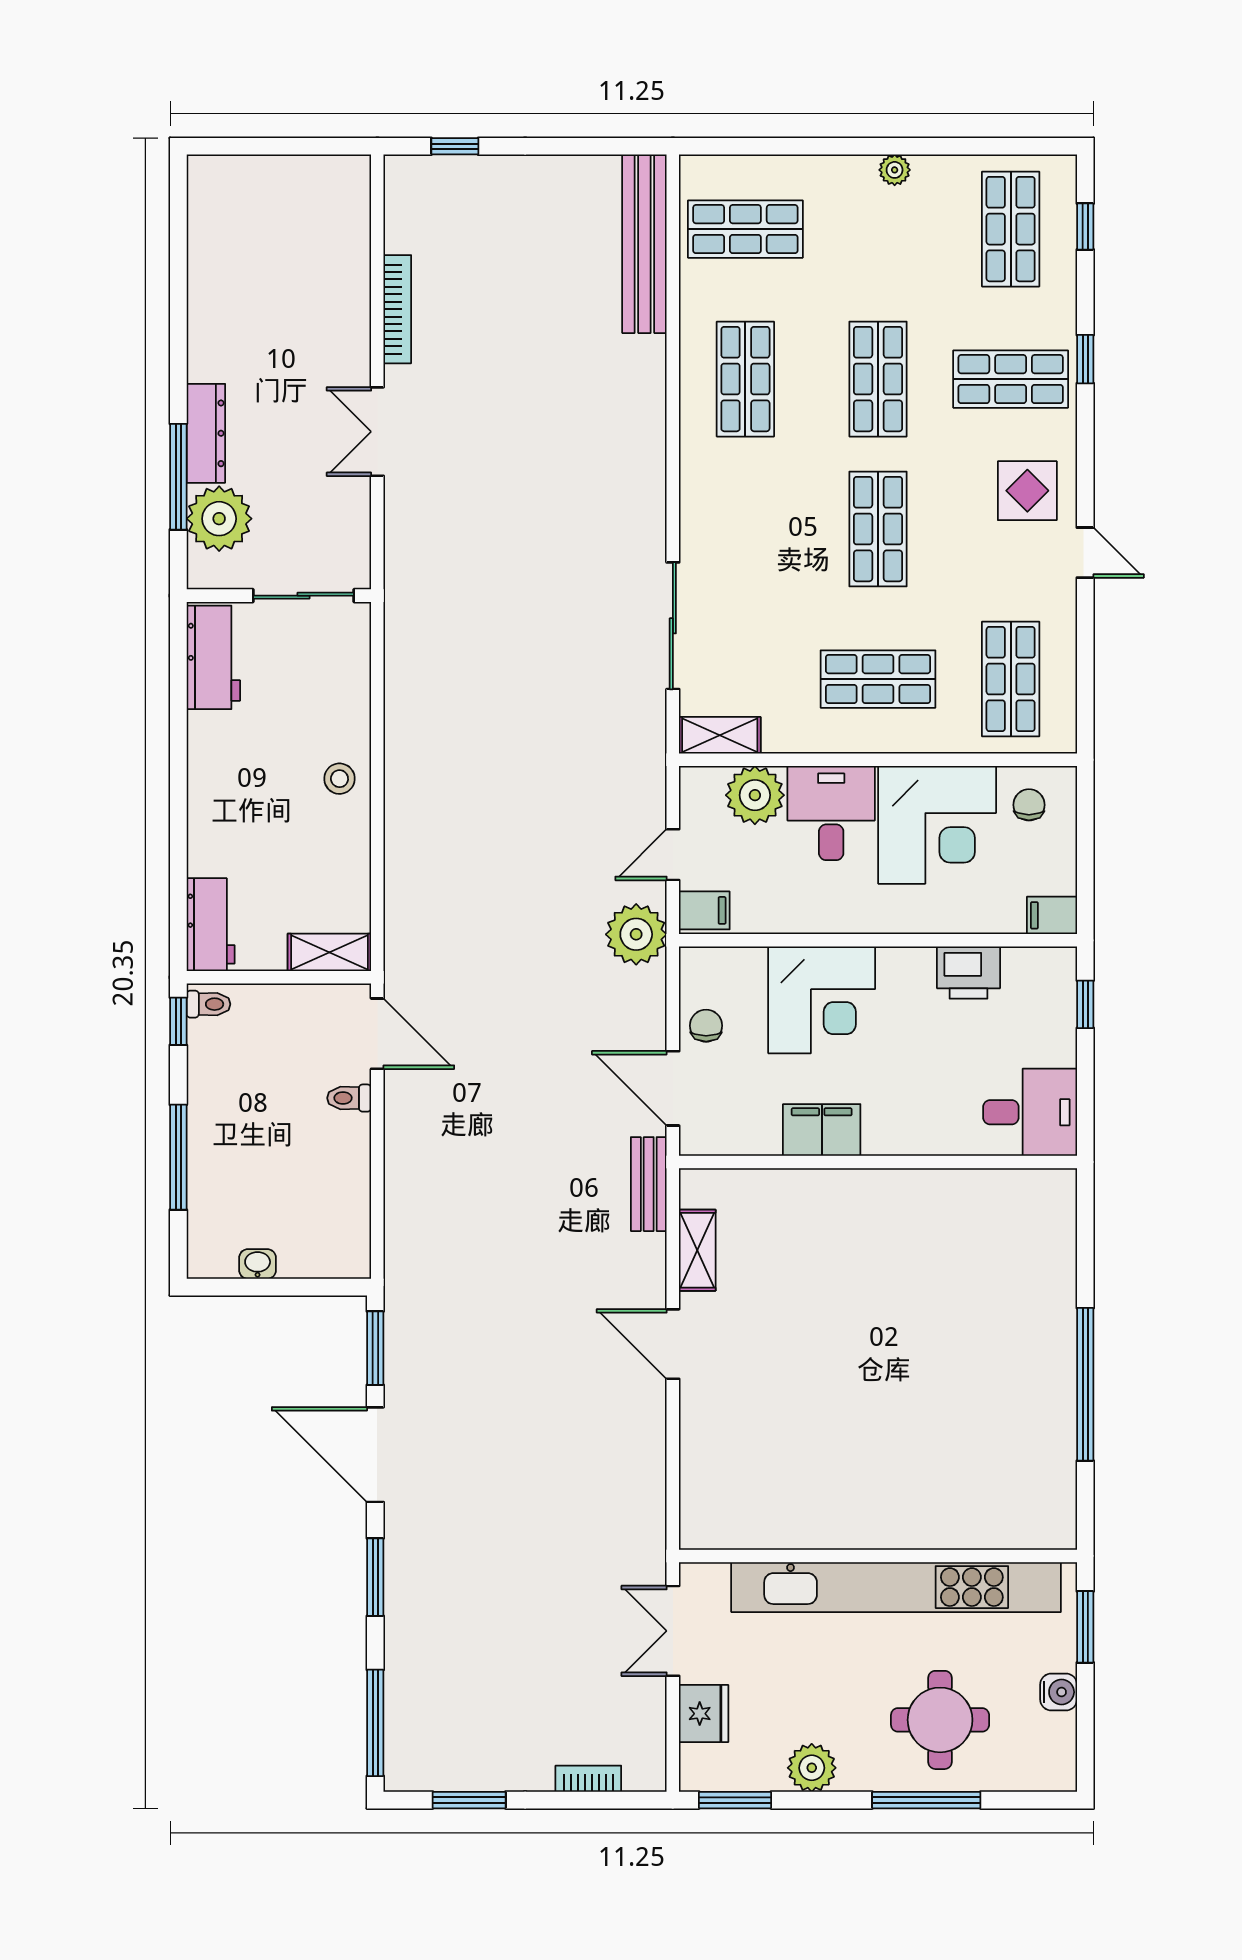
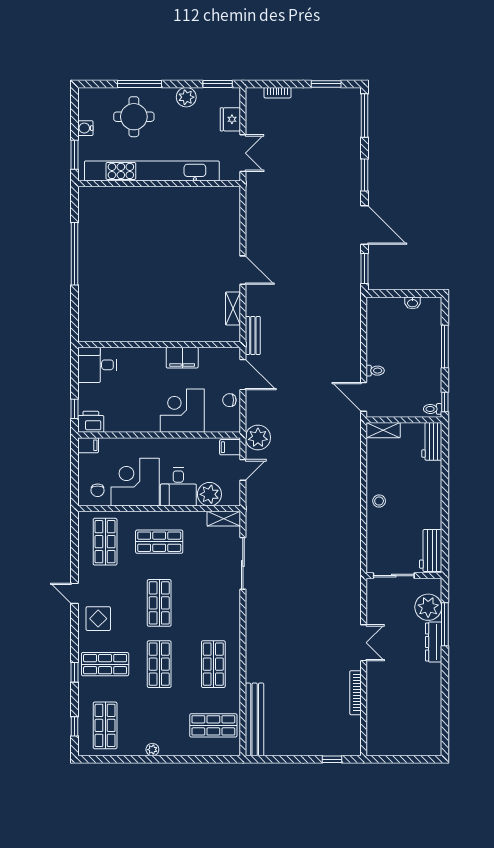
printer: (968, 973) -> (91, 422), moved
chair: (706, 1026) -> (229, 400), turned 90

